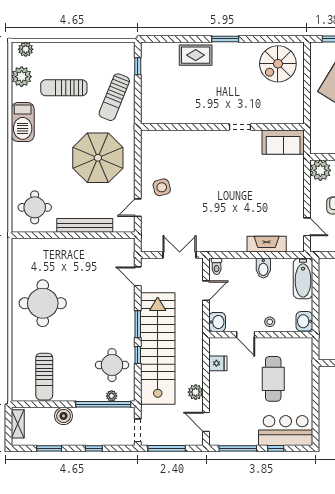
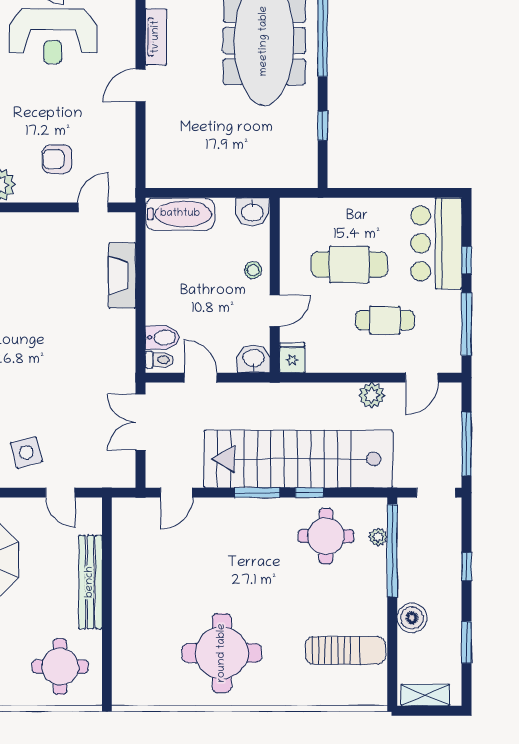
bidet: (263, 268) -> (162, 337), moved
fridge: (218, 363) -> (292, 358), moved
cafe table: (240, 400) -> (385, 320), added

